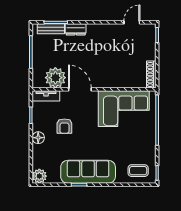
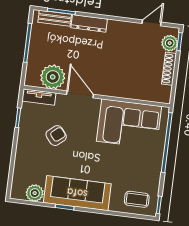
dresser: (76, 29) -> (89, 23), width x1.44
plant: (149, 37) -> (170, 43), added
shoe rack: (151, 74) -> (169, 69), moved
armchair: (64, 126) -> (56, 136), turned -130
floor lamp: (38, 138) -> (23, 145), removed
plant: (39, 176) -> (35, 193), moved

